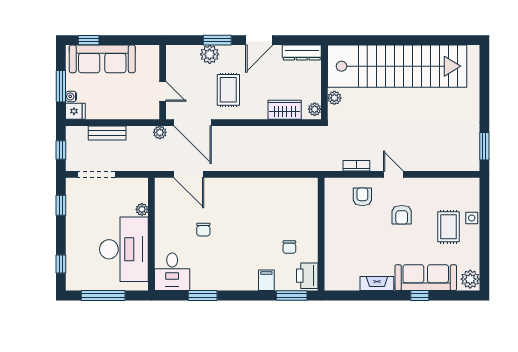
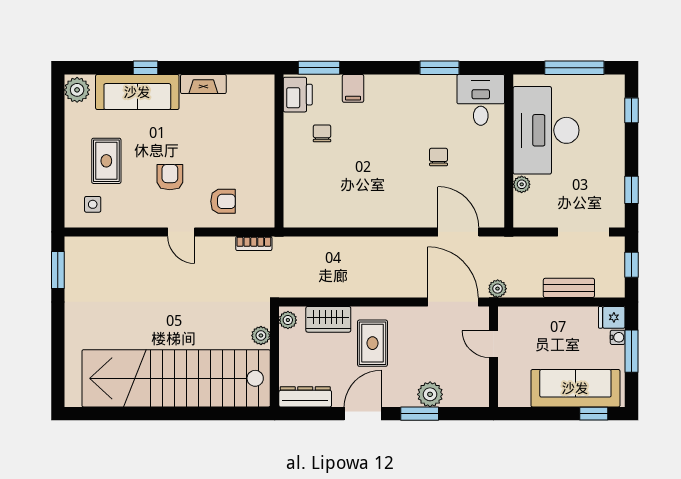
rug: (228, 90) -> (373, 343), moved
bookcase: (356, 166) -> (254, 243), moved
armchair: (362, 197) -> (223, 201), turned -90
side table: (472, 218) -> (93, 204), moved

